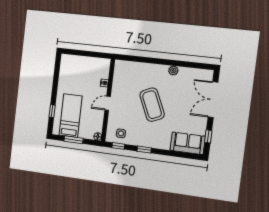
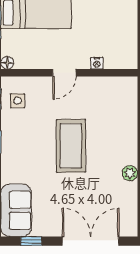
door: (108, 103) -> (64, 73), swing flipped
coffee table: (152, 105) -> (71, 146), turned -66

